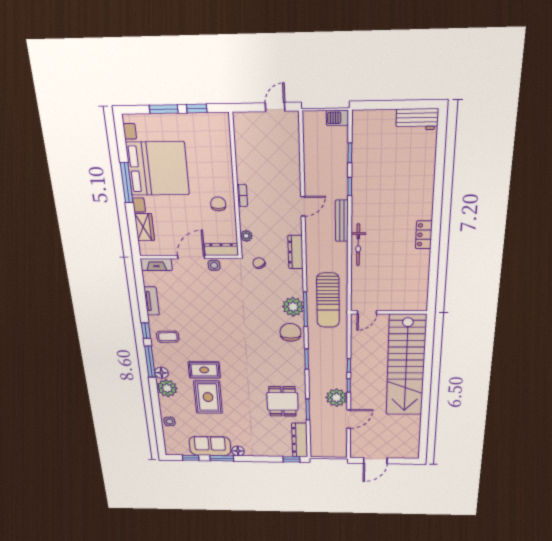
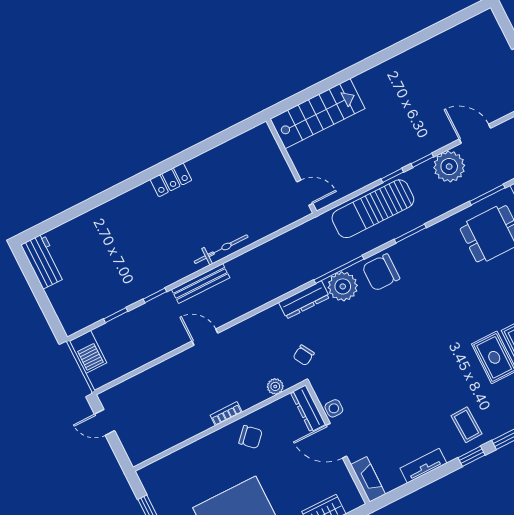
barbecue: (337, 118) -> (88, 352), width x1.38, depth x1.27
chair: (218, 204) -> (251, 437), turned -137
dresser: (295, 252) -> (304, 300), moved
sun lounger: (328, 300) -> (373, 209), moved, turned 180
stairs: (406, 366) -> (317, 114), width x0.54, depth x0.66

